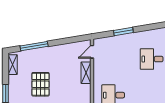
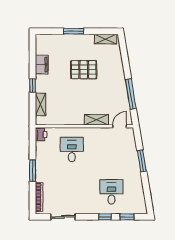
window: (34, 46) -> (131, 94), moved
door: (92, 52) -> (120, 126), hinge flipped

